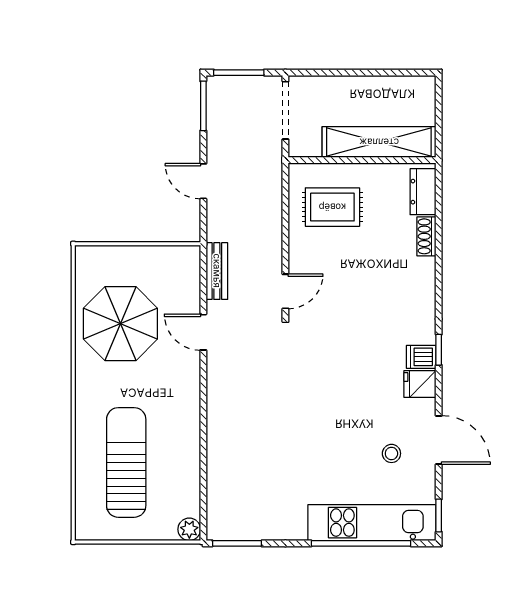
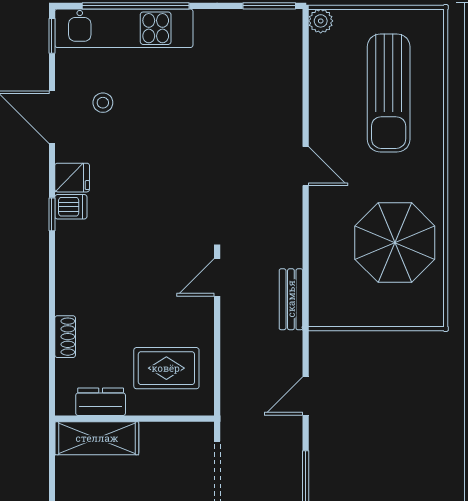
shelving: (379, 142) -> (97, 438), width x0.68
door: (203, 181) -> (306, 396), swing flipped
dresser: (423, 192) -> (101, 402), moved, turned -90
door: (203, 332) -> (306, 166), moved

